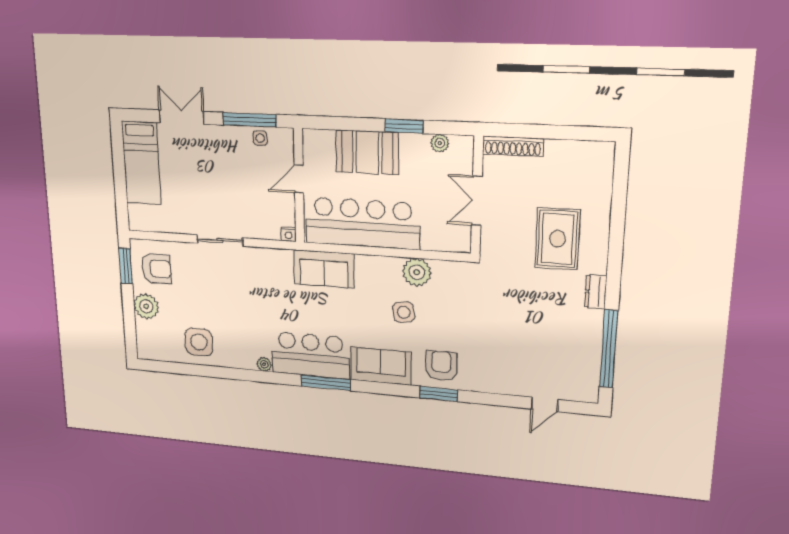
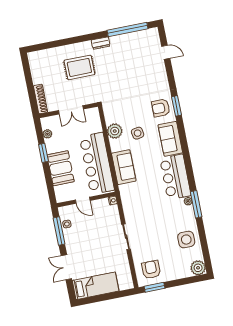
sofa: (324, 269) -> (124, 167), moved
plant: (146, 306) -> (198, 268), moved
window: (326, 383) -> (196, 204), moved

